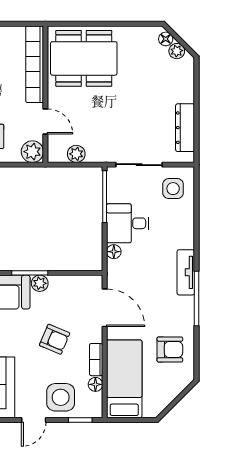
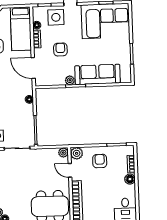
plant: (76, 154) -> (63, 153), moved
desk: (128, 223) -> (22, 115), removed
armchair: (55, 339) -> (60, 49), turned 67

